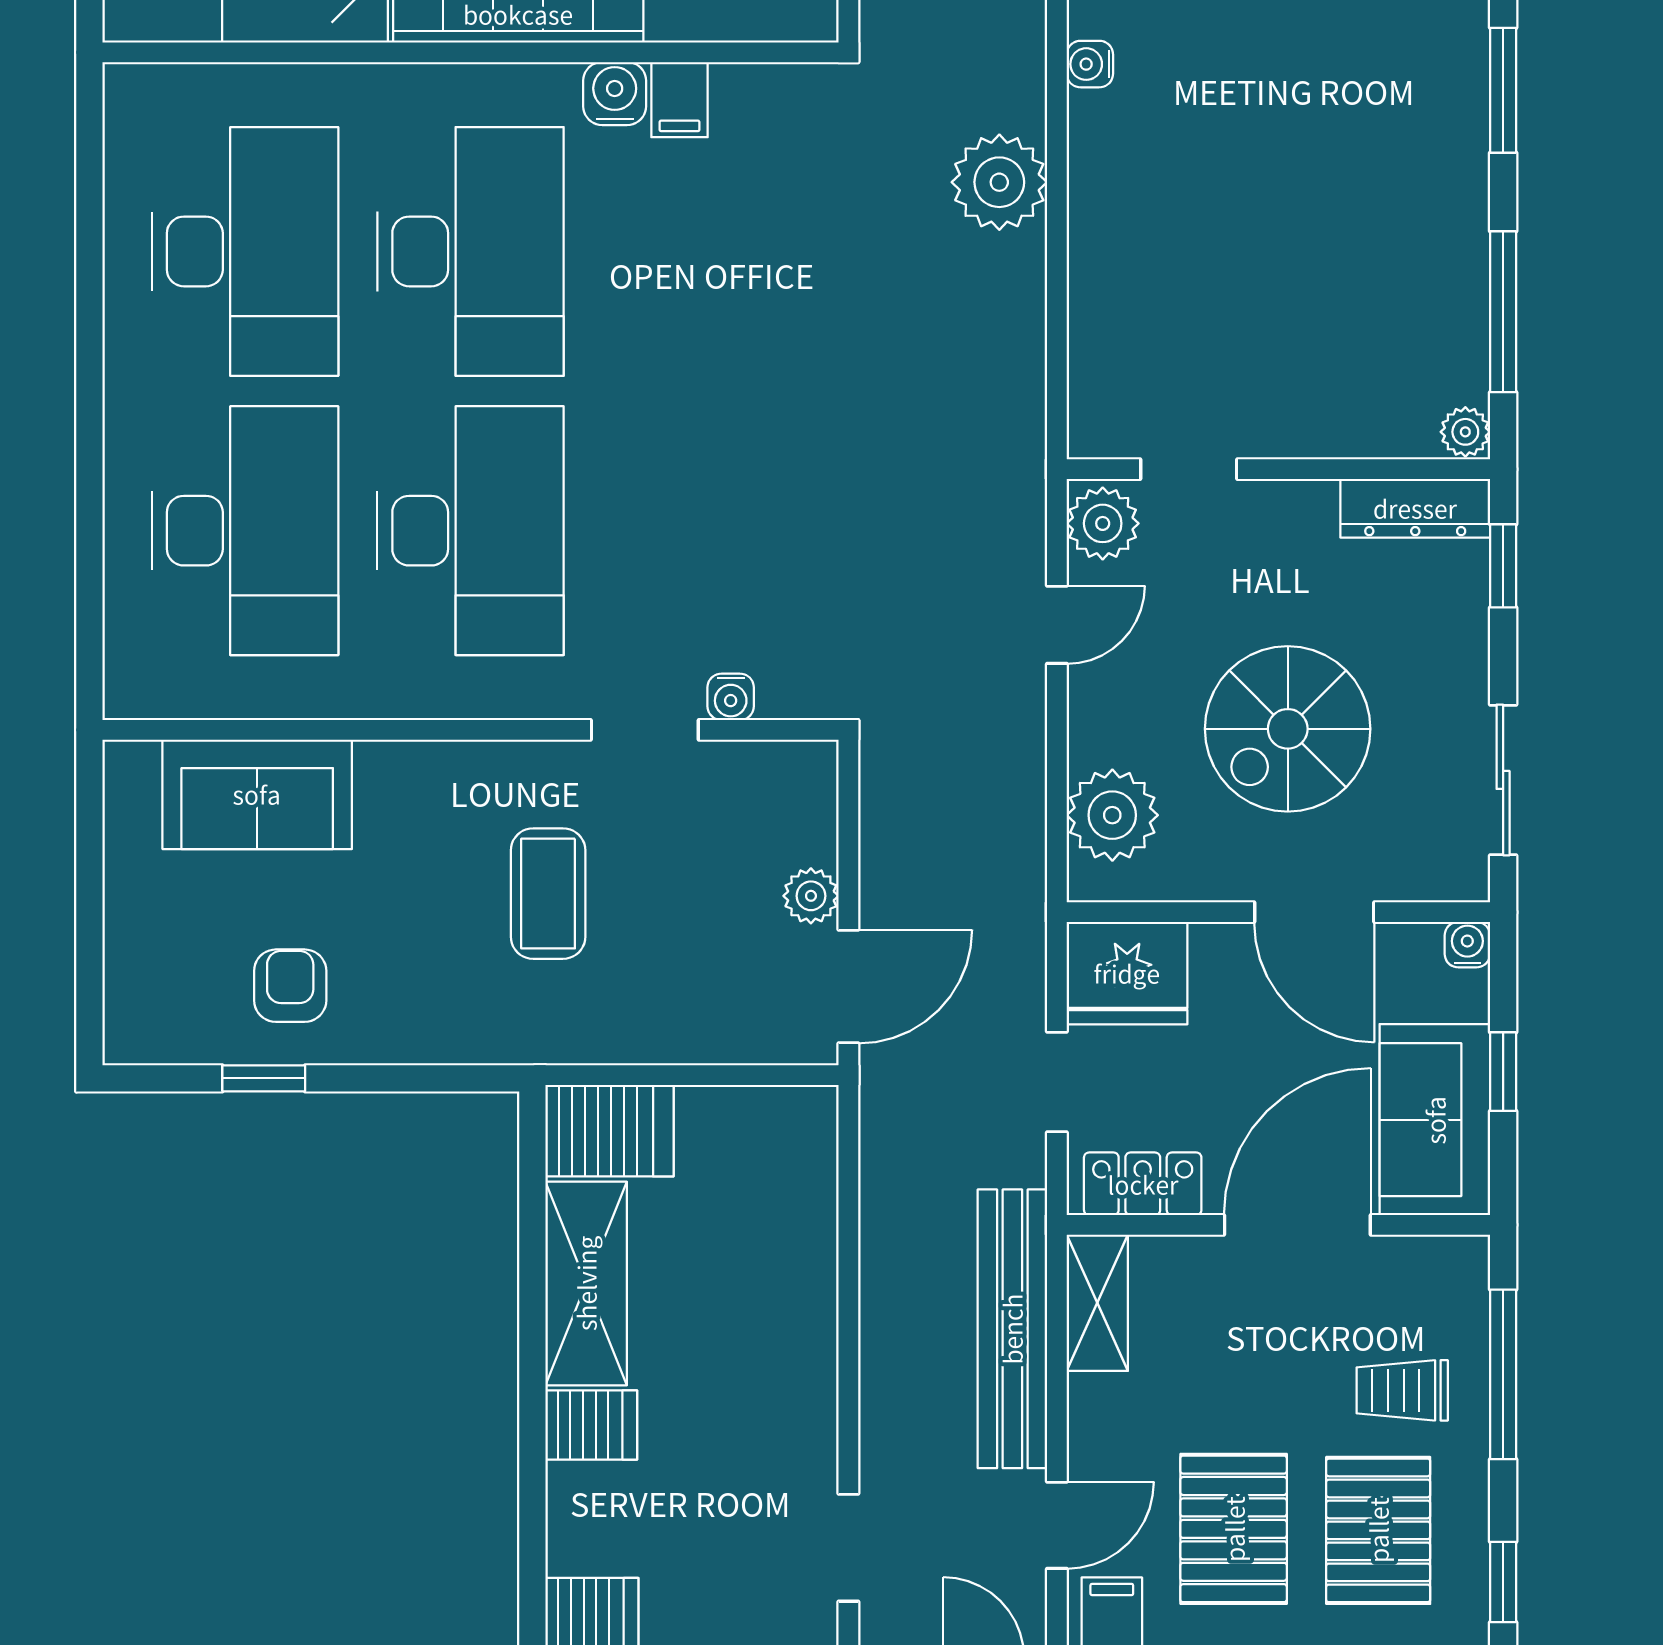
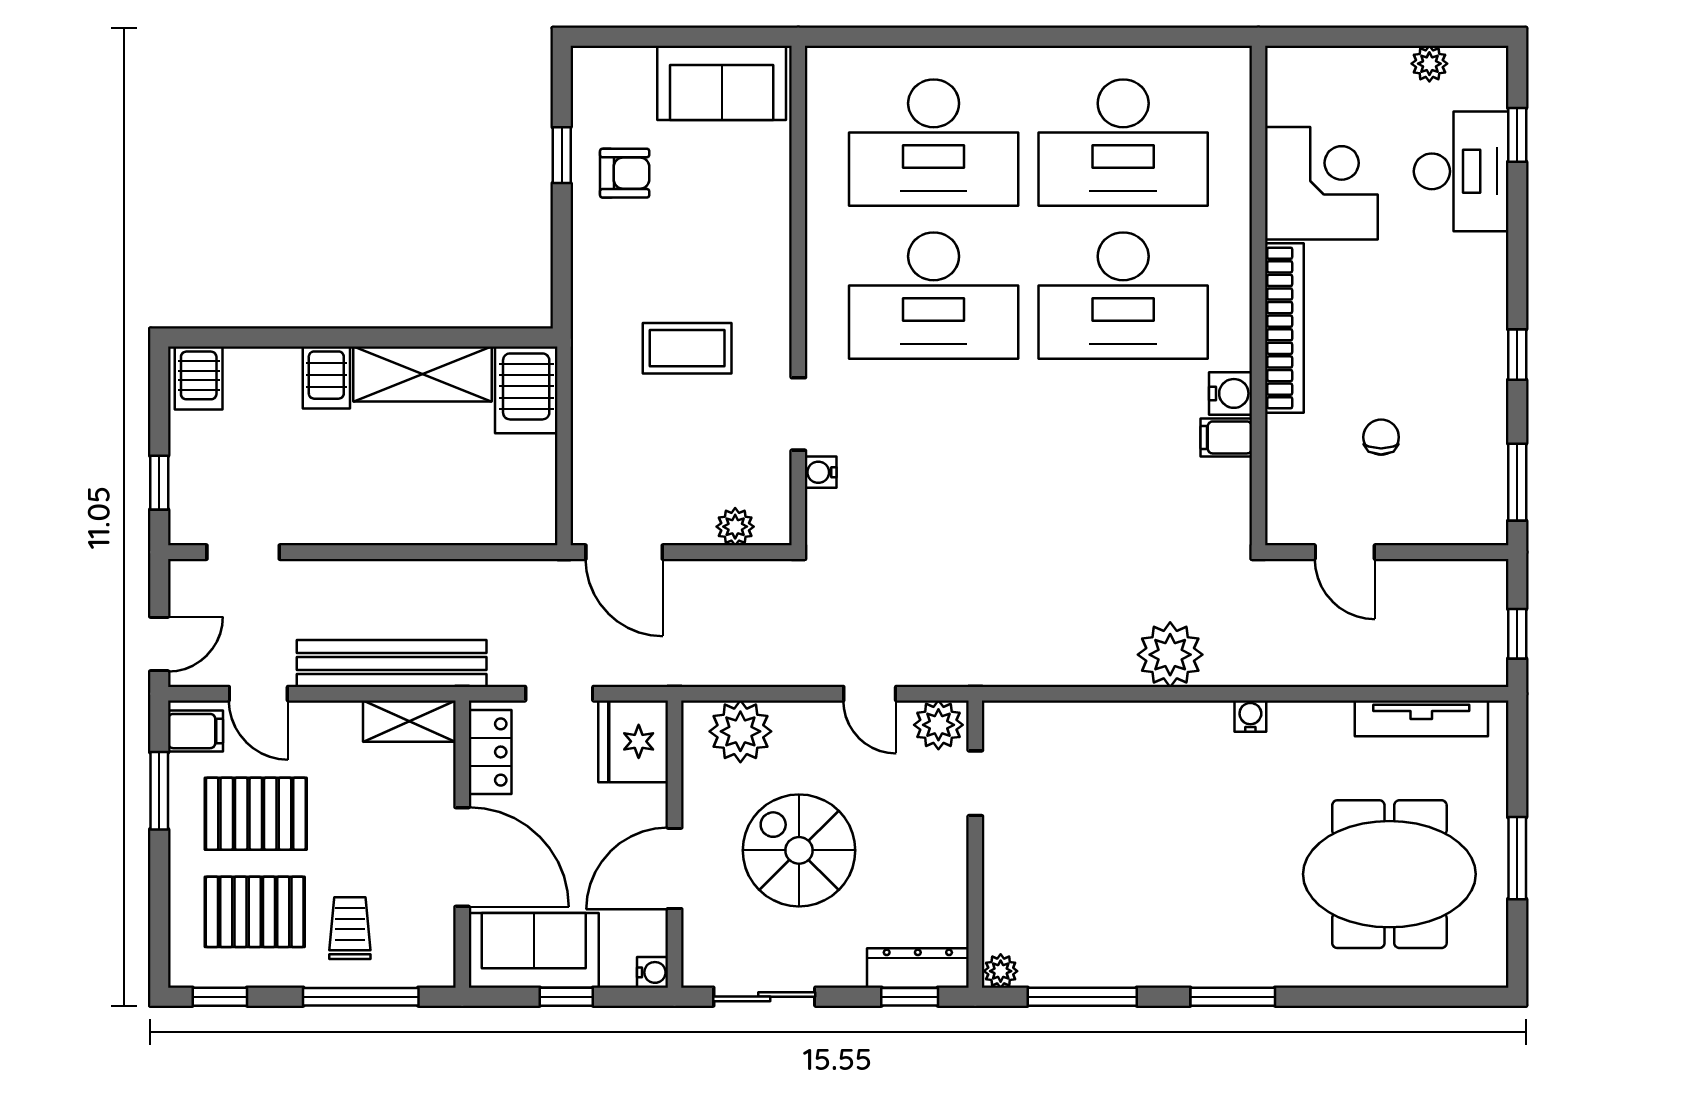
dresser: (1415, 508) -> (918, 968), moved, turned 90
sofa: (257, 794) -> (722, 83), moved, turned -90
plant: (811, 896) -> (735, 527), moved

